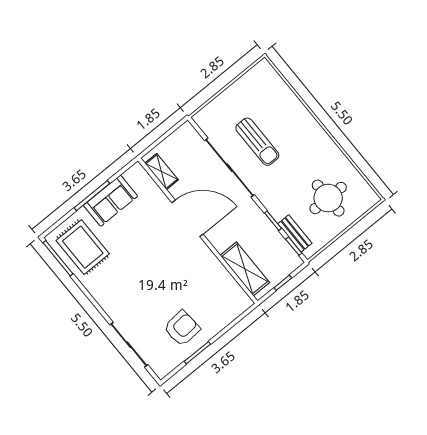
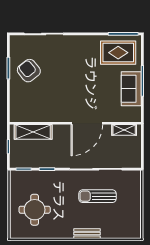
bench: (295, 234) -> (87, 234), moved
armchair: (182, 328) -> (29, 71), turned 145

